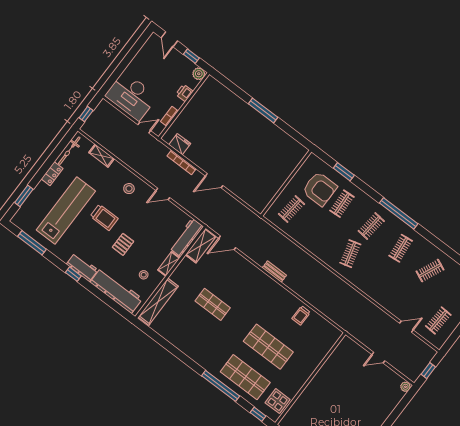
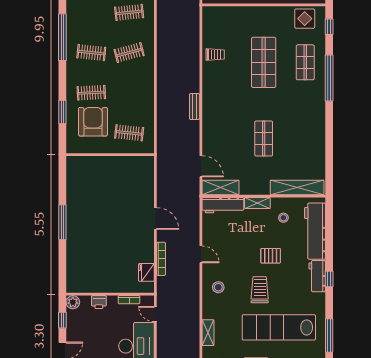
clothes rail: (401, 248) -> (129, 12), moved
shop shelf: (245, 377) -> (305, 62), width x0.70, depth x0.74

